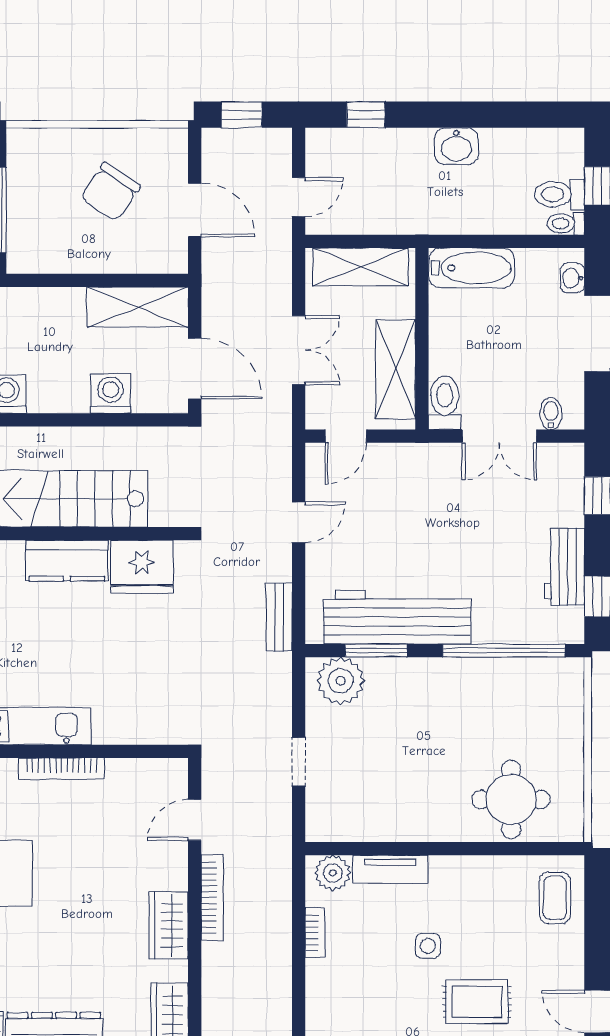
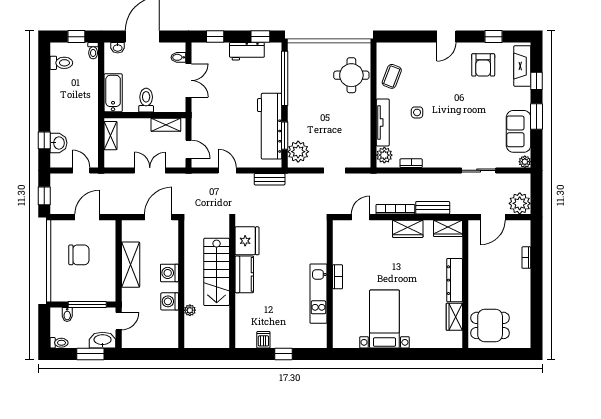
washbasin: (456, 146) -> (58, 143), moved
chair: (110, 192) -> (79, 255), turned -34
toilet: (559, 194) -> (61, 63), moved, turned -90
shelving: (360, 267) -> (110, 136), width x0.67, depth x0.75
shelving: (138, 307) -> (131, 265), moved
shelving: (396, 369) -> (166, 125), width x0.67, depth x0.75
washing machine: (111, 394) -> (169, 273), moved
toilet: (445, 403) -> (146, 100), moved, turned 90
bookcase: (61, 769) -> (338, 277), width x0.64
door: (195, 820) -> (361, 217), swing flipped
tv unit: (390, 869) -> (383, 122), width x1.41
coffee table: (555, 898) -> (392, 76), moved, turned -69
bench: (215, 981) -> (433, 208), added
rug: (477, 1002) -> (442, 91), removed

